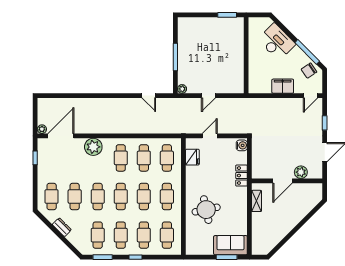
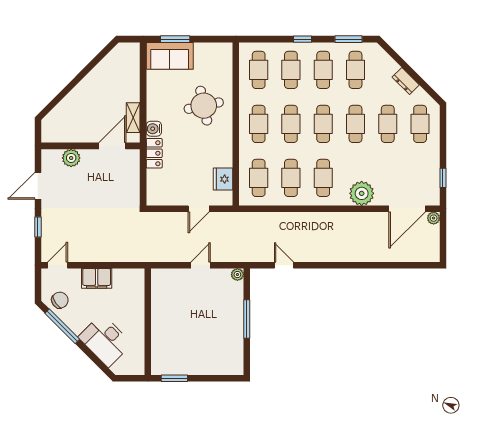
water cooler: (242, 145) -> (154, 129), moved
door: (283, 181) -> (112, 146), moved

